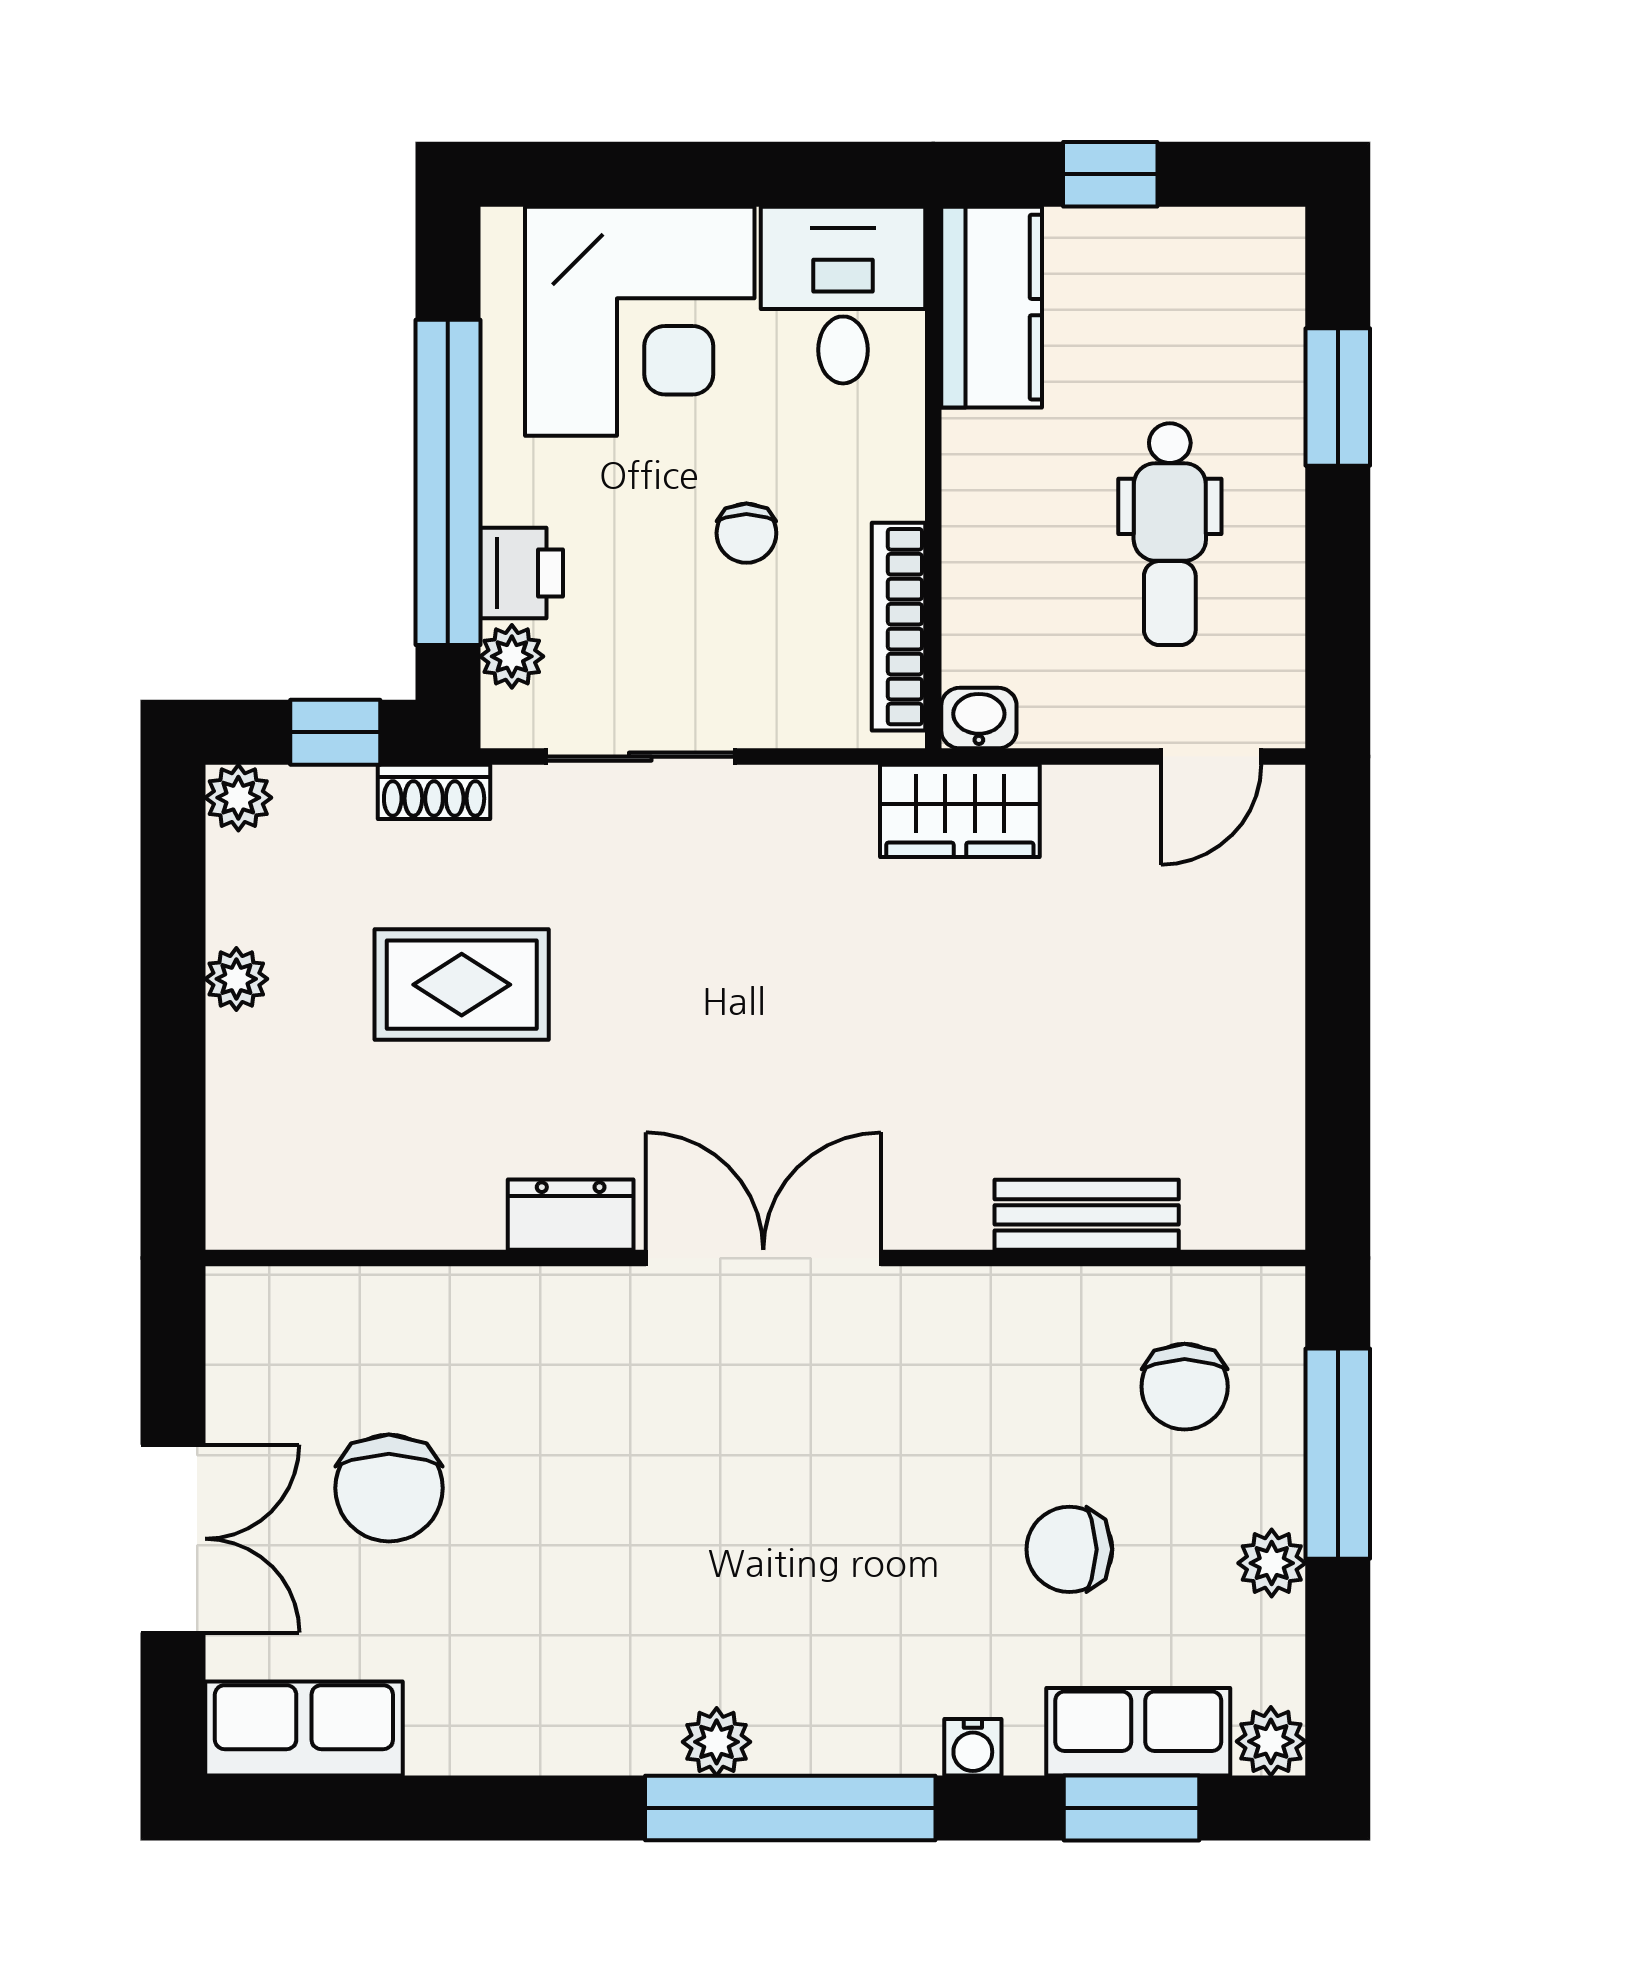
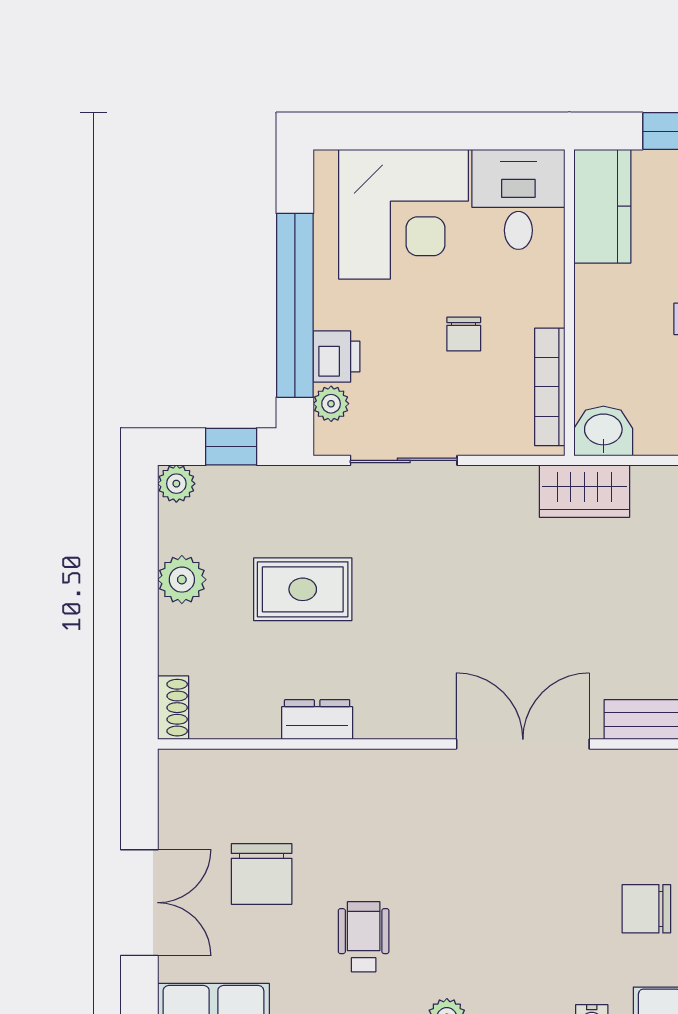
washbasin: (979, 718) -> (603, 431), width x1.38, depth x1.45
shoe rack: (434, 792) -> (173, 708), moved, turned -90
plant: (236, 979) -> (182, 580), width x1.38, depth x1.38
dresser: (571, 1215) -> (317, 719), moved
double door: (763, 1258) -> (523, 744), moved
wheelchair: (569, 1599) -> (364, 937), added

